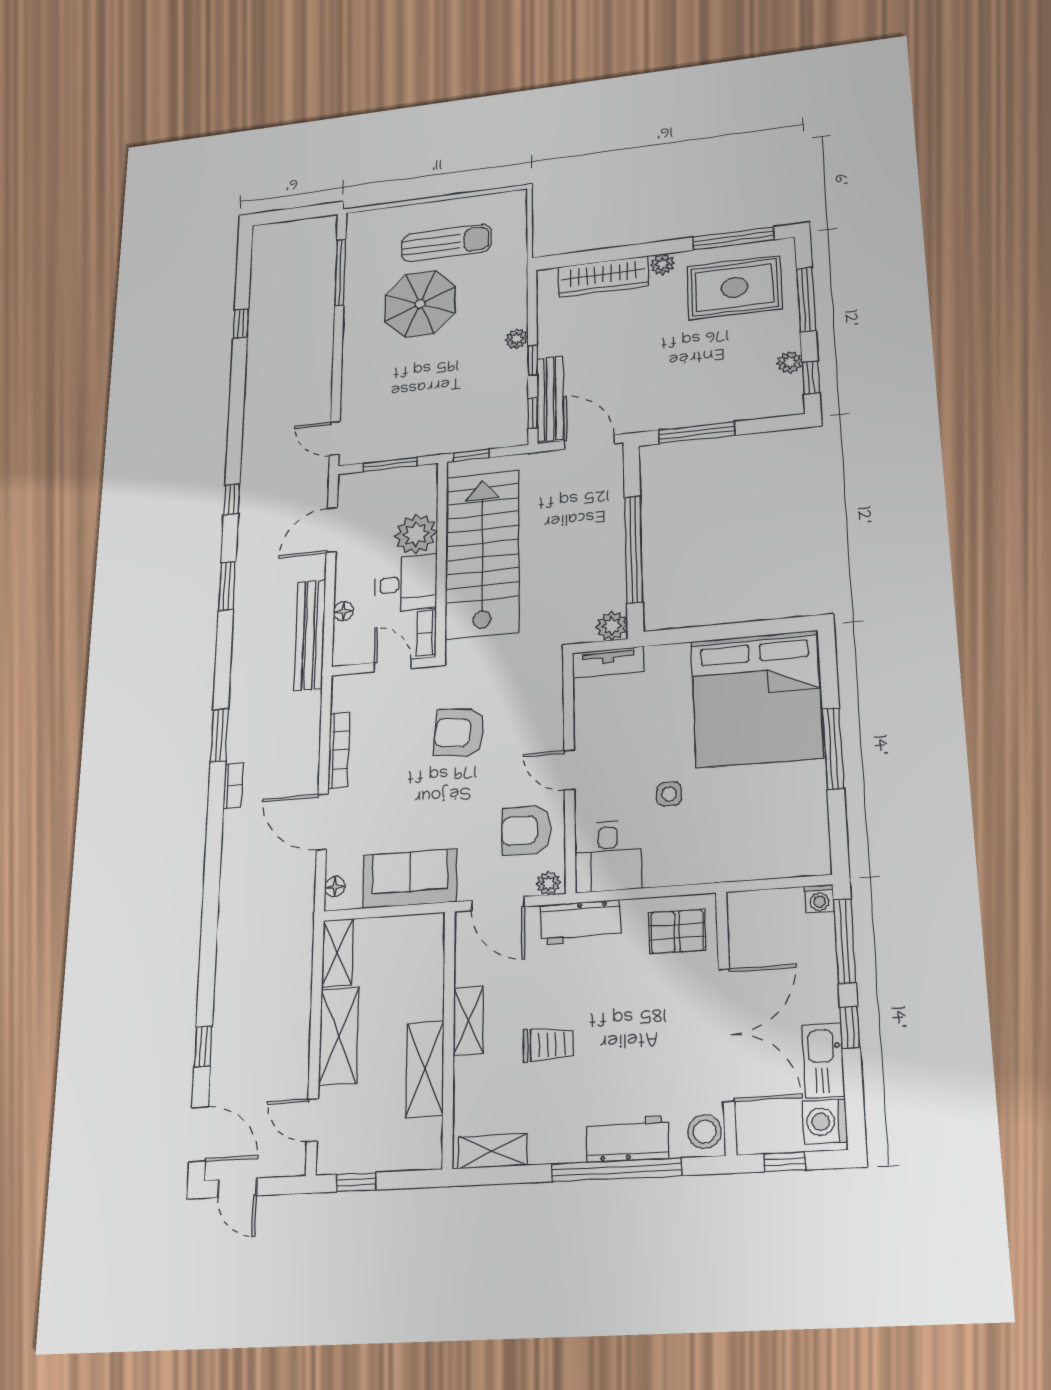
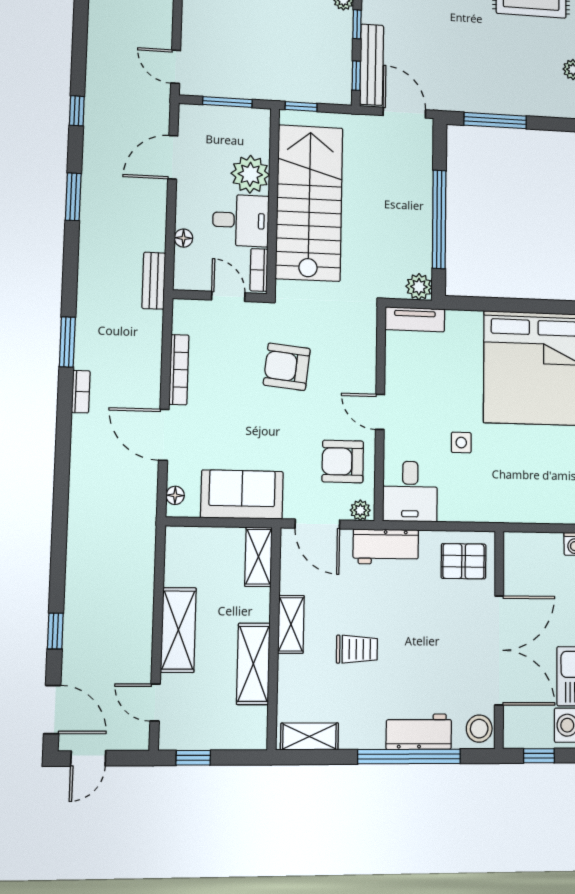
bench: (310, 635) -> (154, 281), width x0.54, depth x0.82
shelving: (337, 953) -> (258, 557), moved
door: (237, 1188) -> (88, 758), hinge flipped

